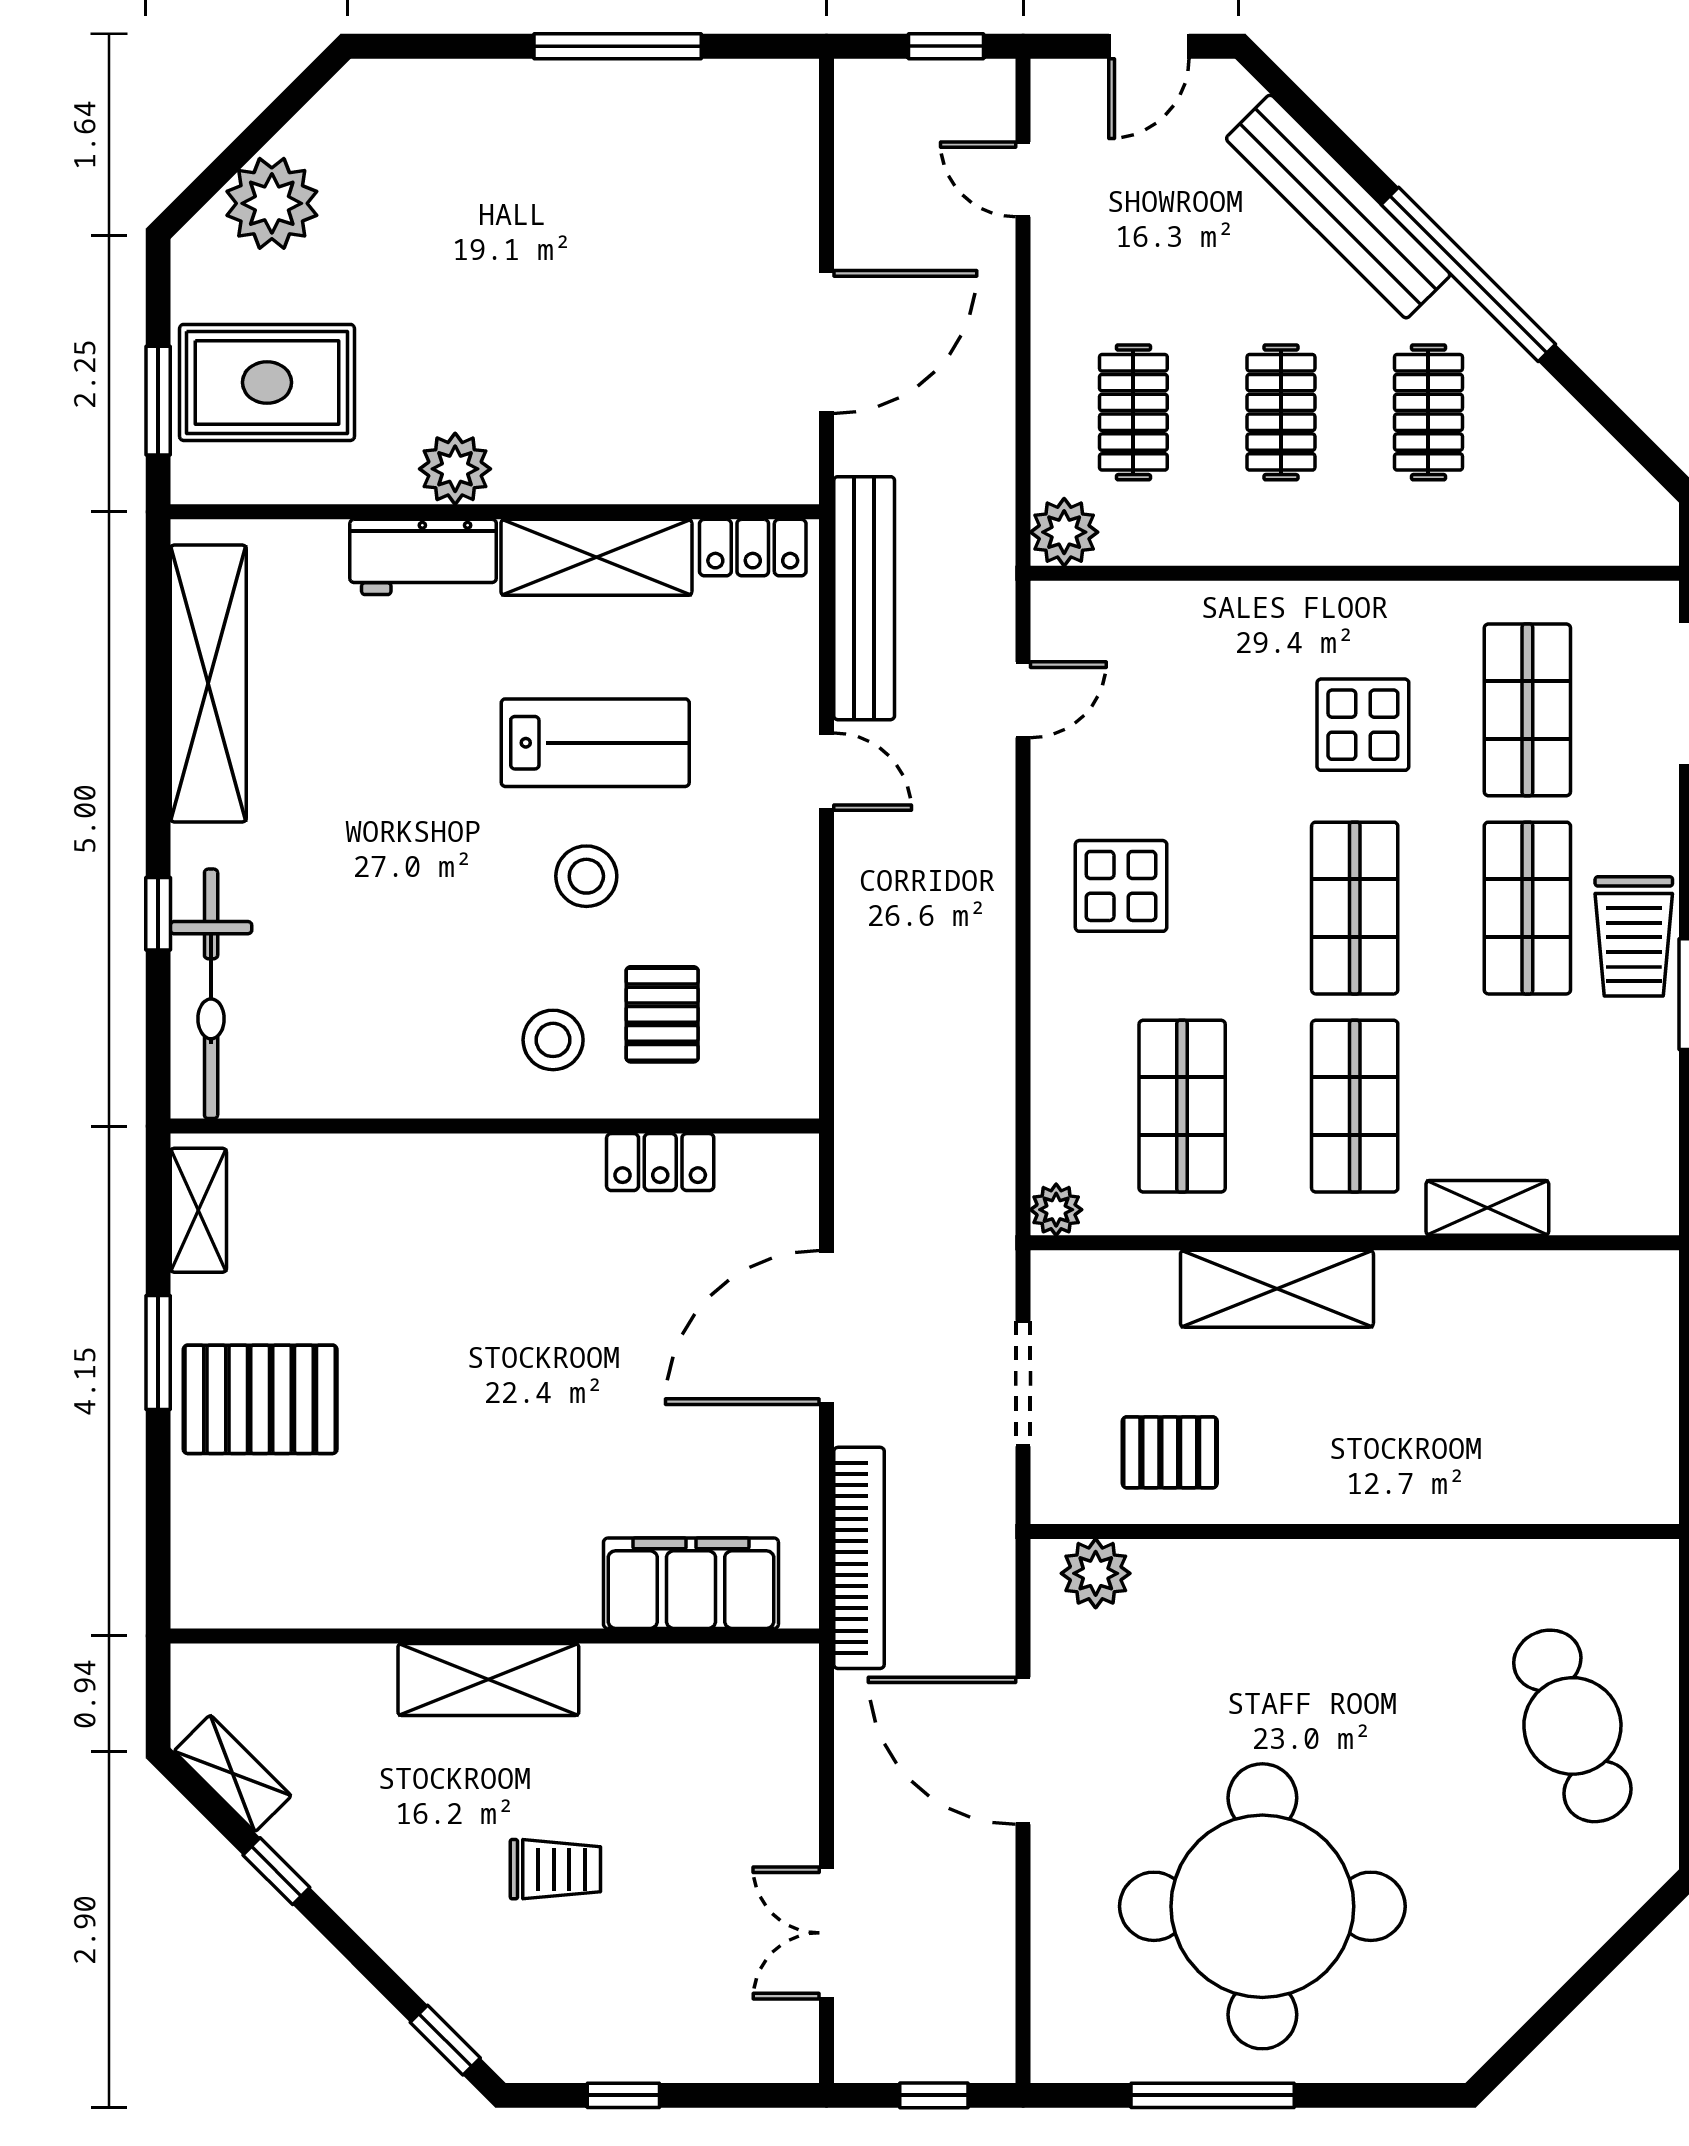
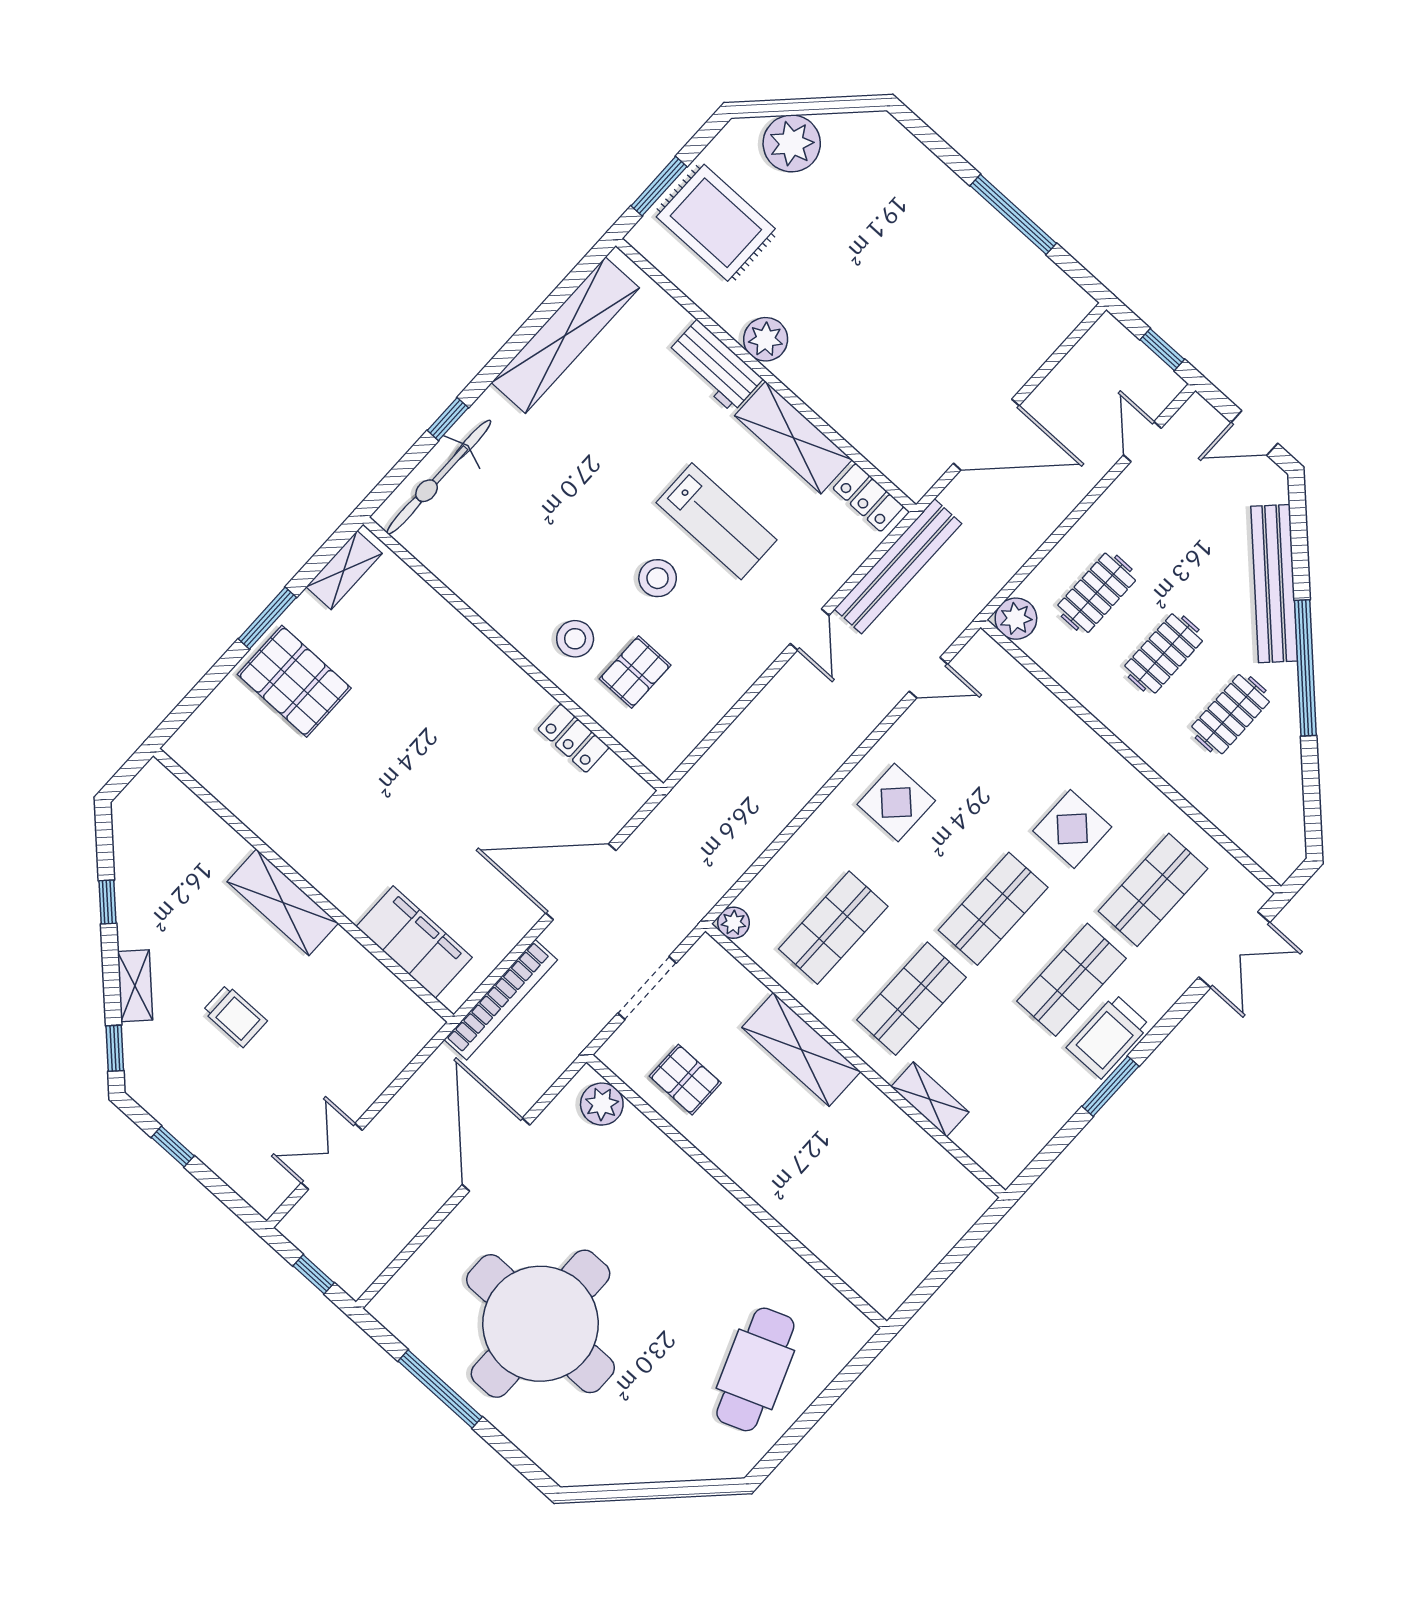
shelving: (233, 1773) -> (135, 986), moved

